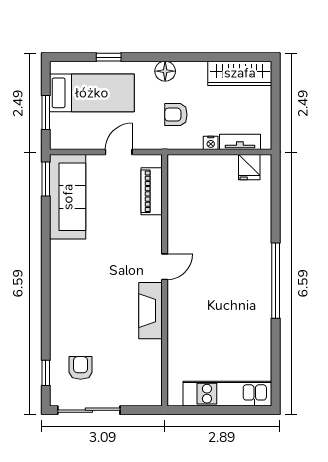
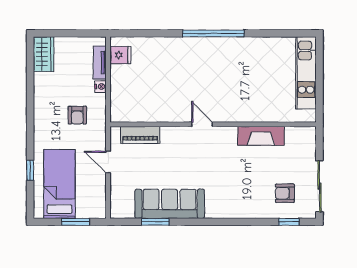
floor lamp: (165, 71) -> (42, 124), removed
wardrobe: (240, 73) -> (44, 54), width x0.67
window: (46, 179) -> (155, 222), moved
sofa: (68, 197) -> (170, 204), moved
fireplace: (151, 311) -> (261, 136), moved

